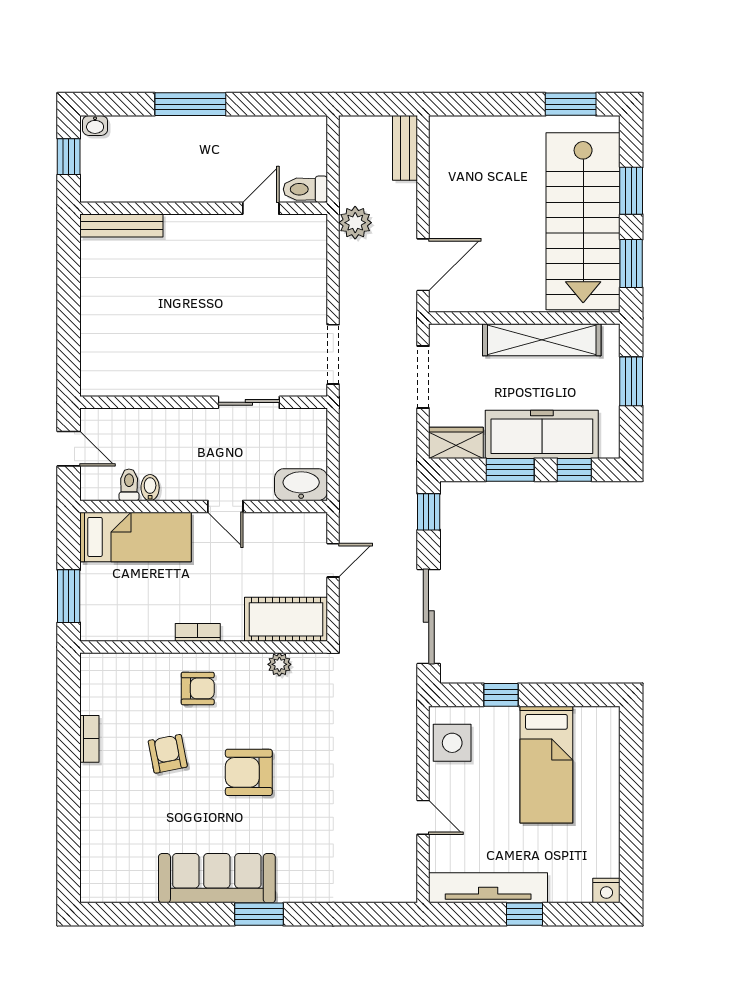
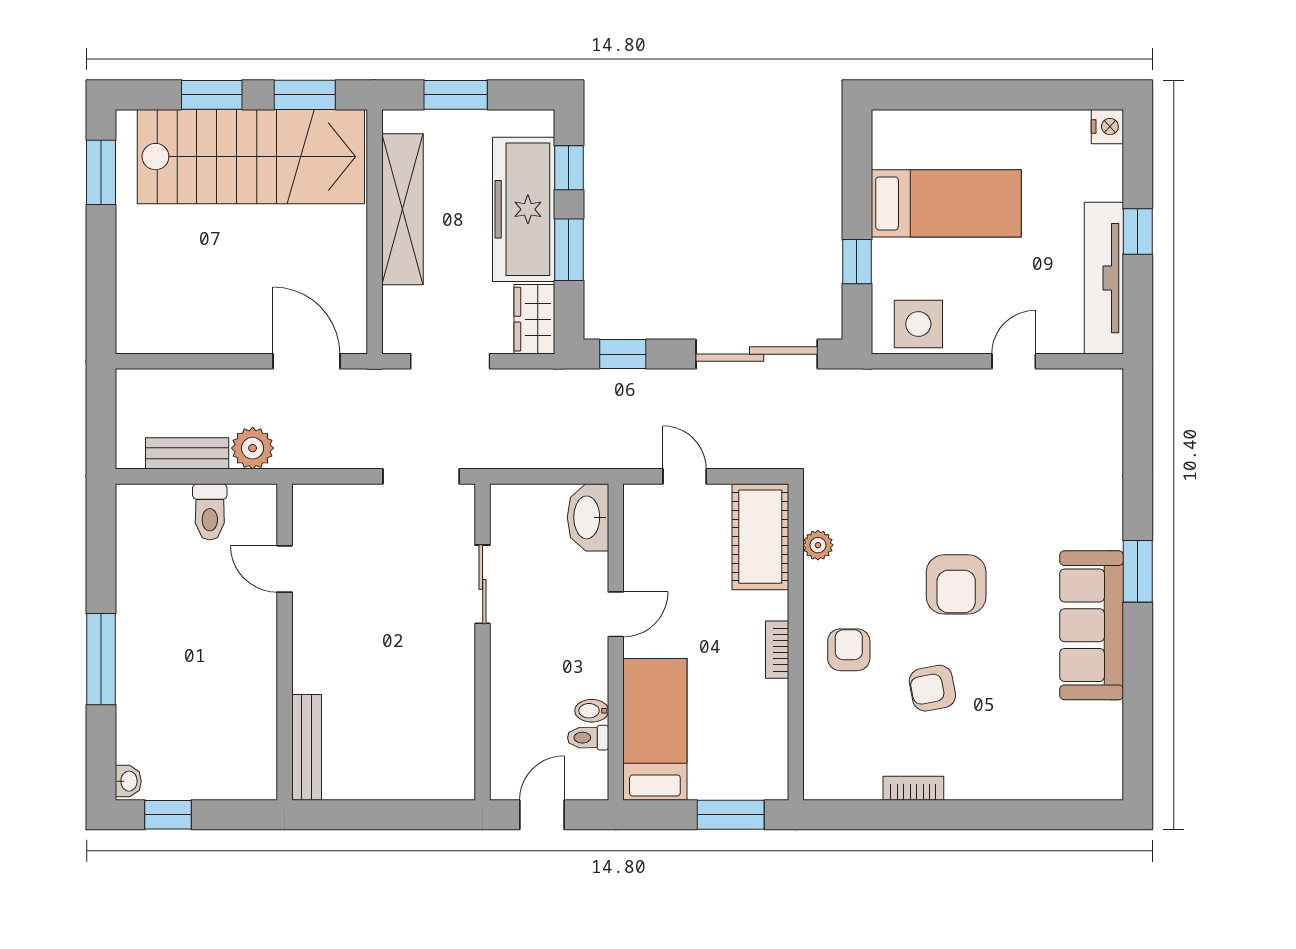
bench: (405, 148) -> (187, 453), moved
wall: (204, 208) -> (285, 642), moved
door: (261, 208) -> (285, 569), moved
bench: (121, 225) -> (307, 747), moved

